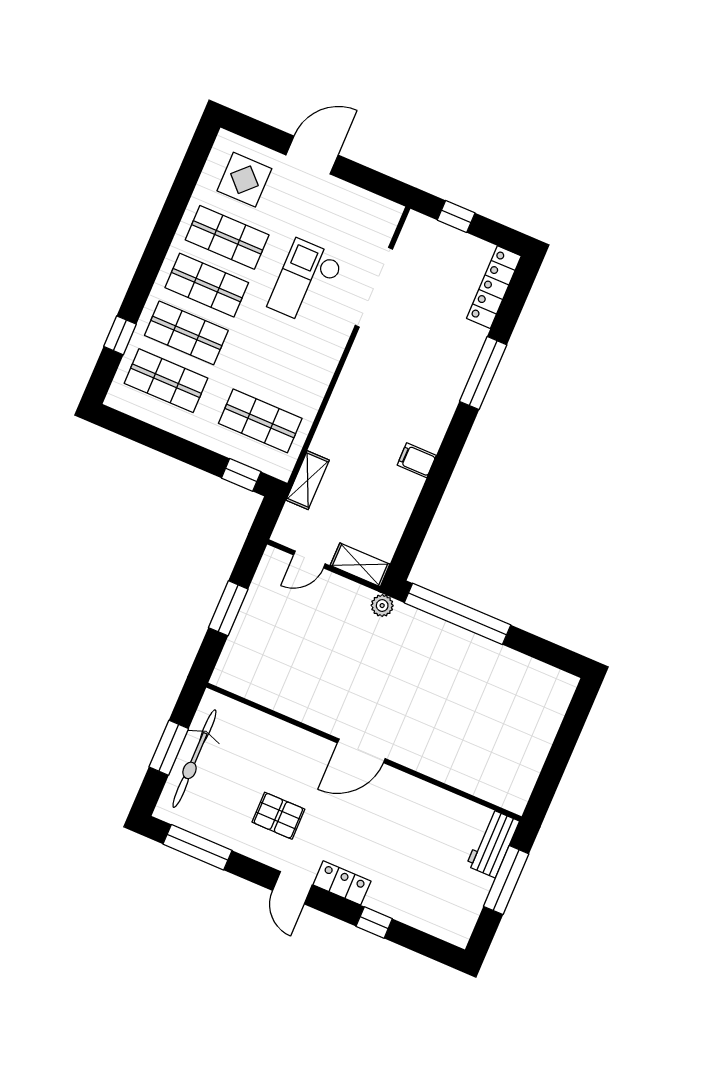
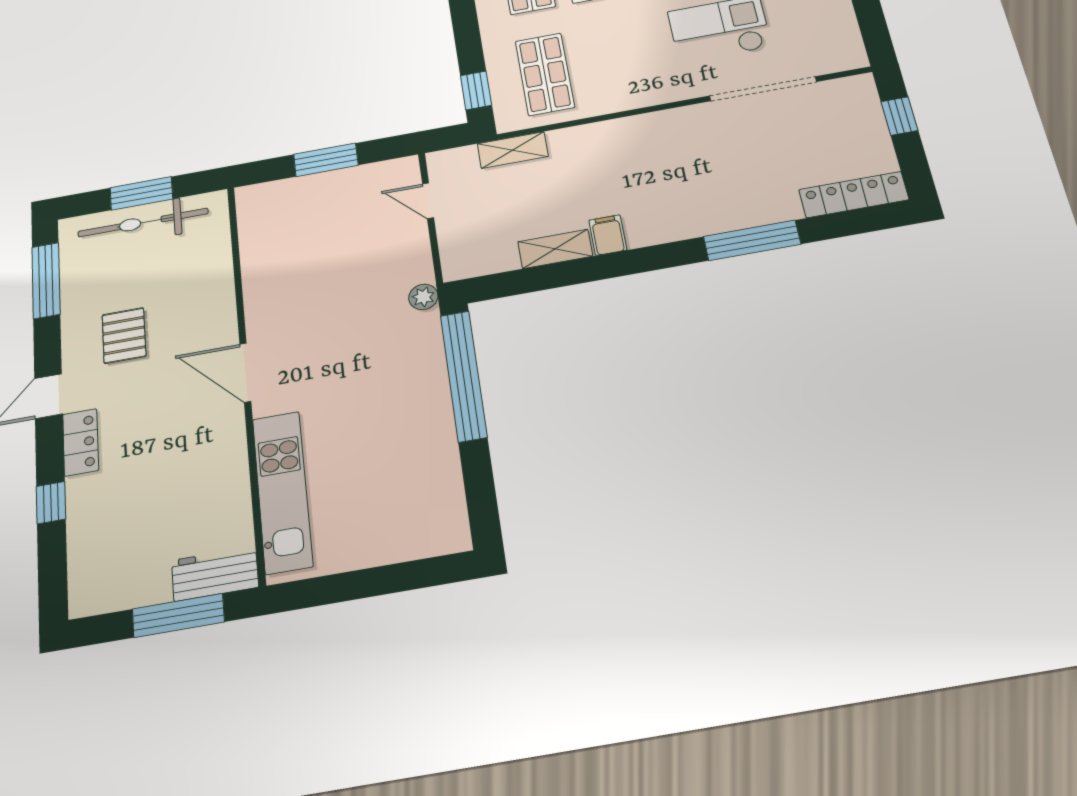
shelving: (360, 565) -> (555, 249), moved, turned 90
kitchen unit: (464, 773) -> (282, 492), added

